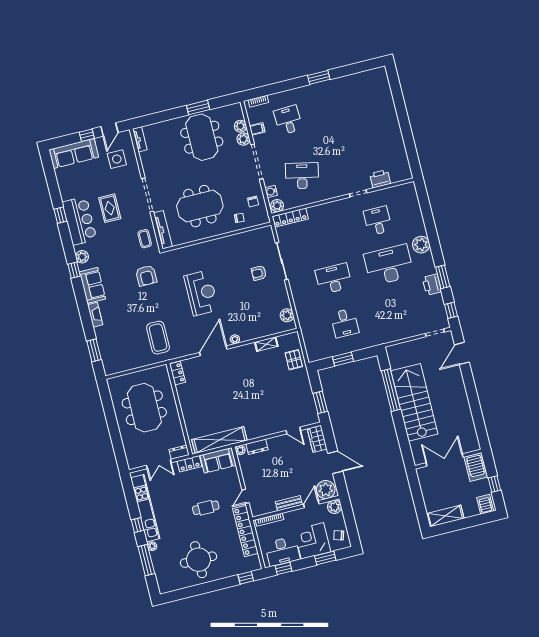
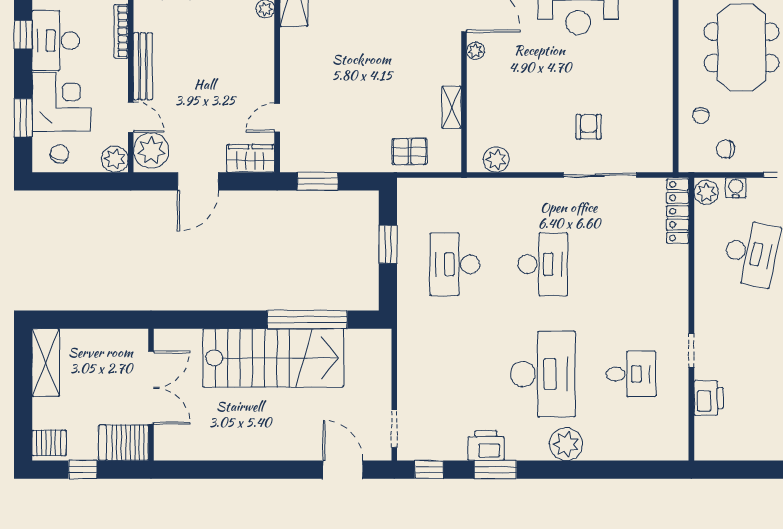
desk: (345, 323) -> (455, 264), width x1.37
dresser: (257, 447) -> (264, 42), removed
bench: (289, 503) -> (143, 66), width x1.36

